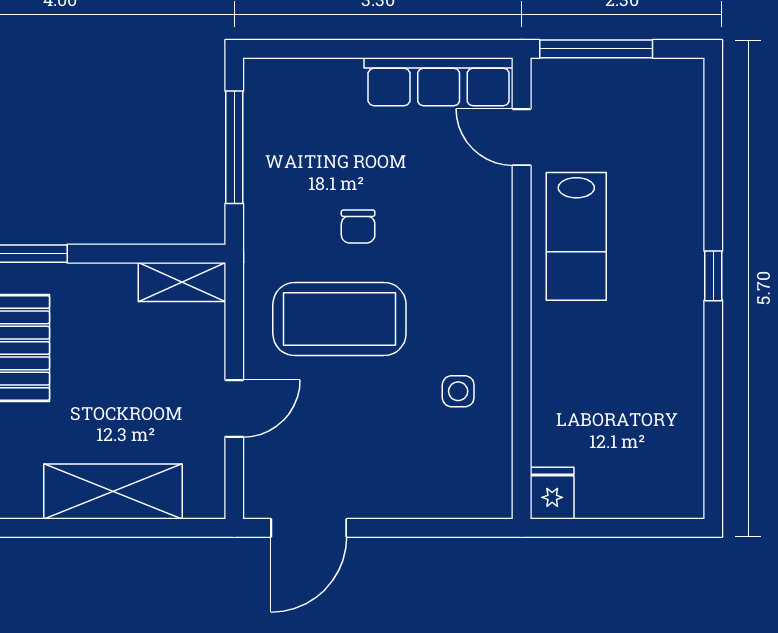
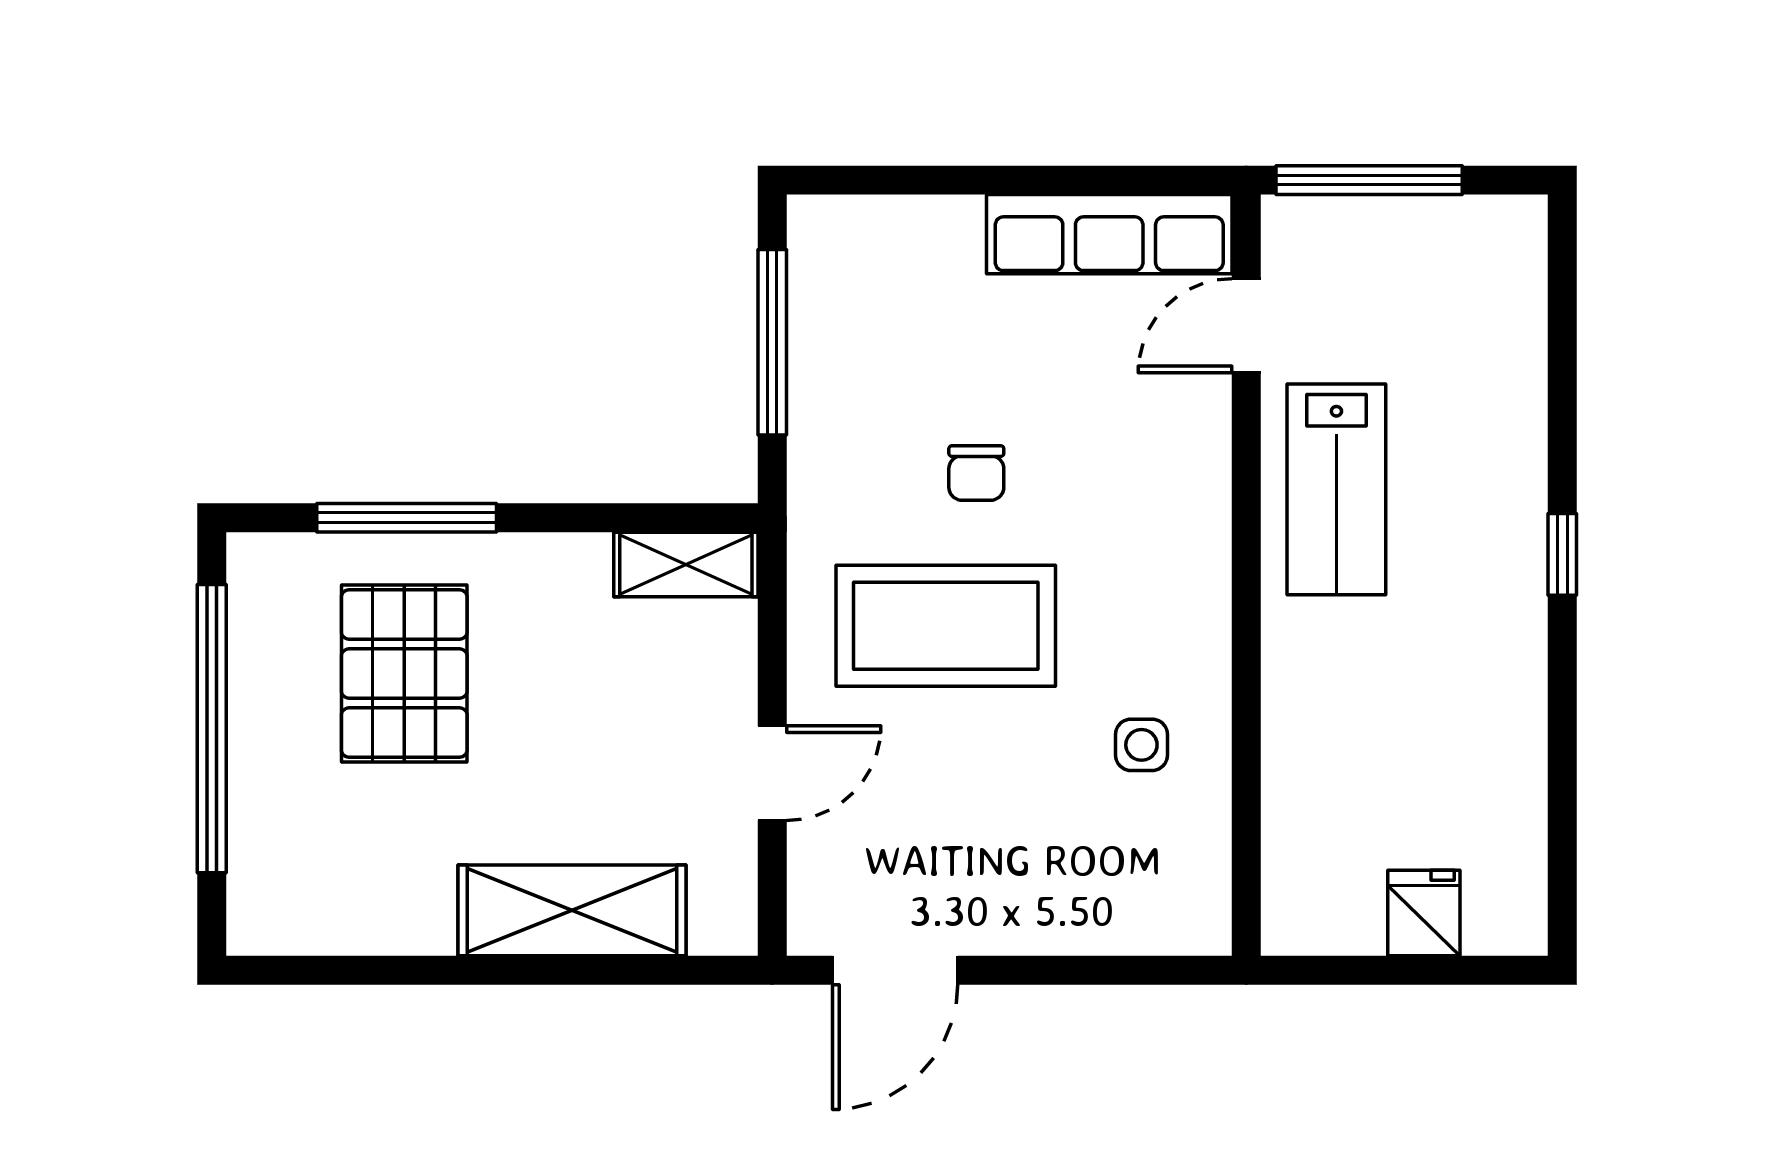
door: (522, 137) -> (1246, 326), hinge flipped
fridge: (552, 493) -> (1424, 913), moved

